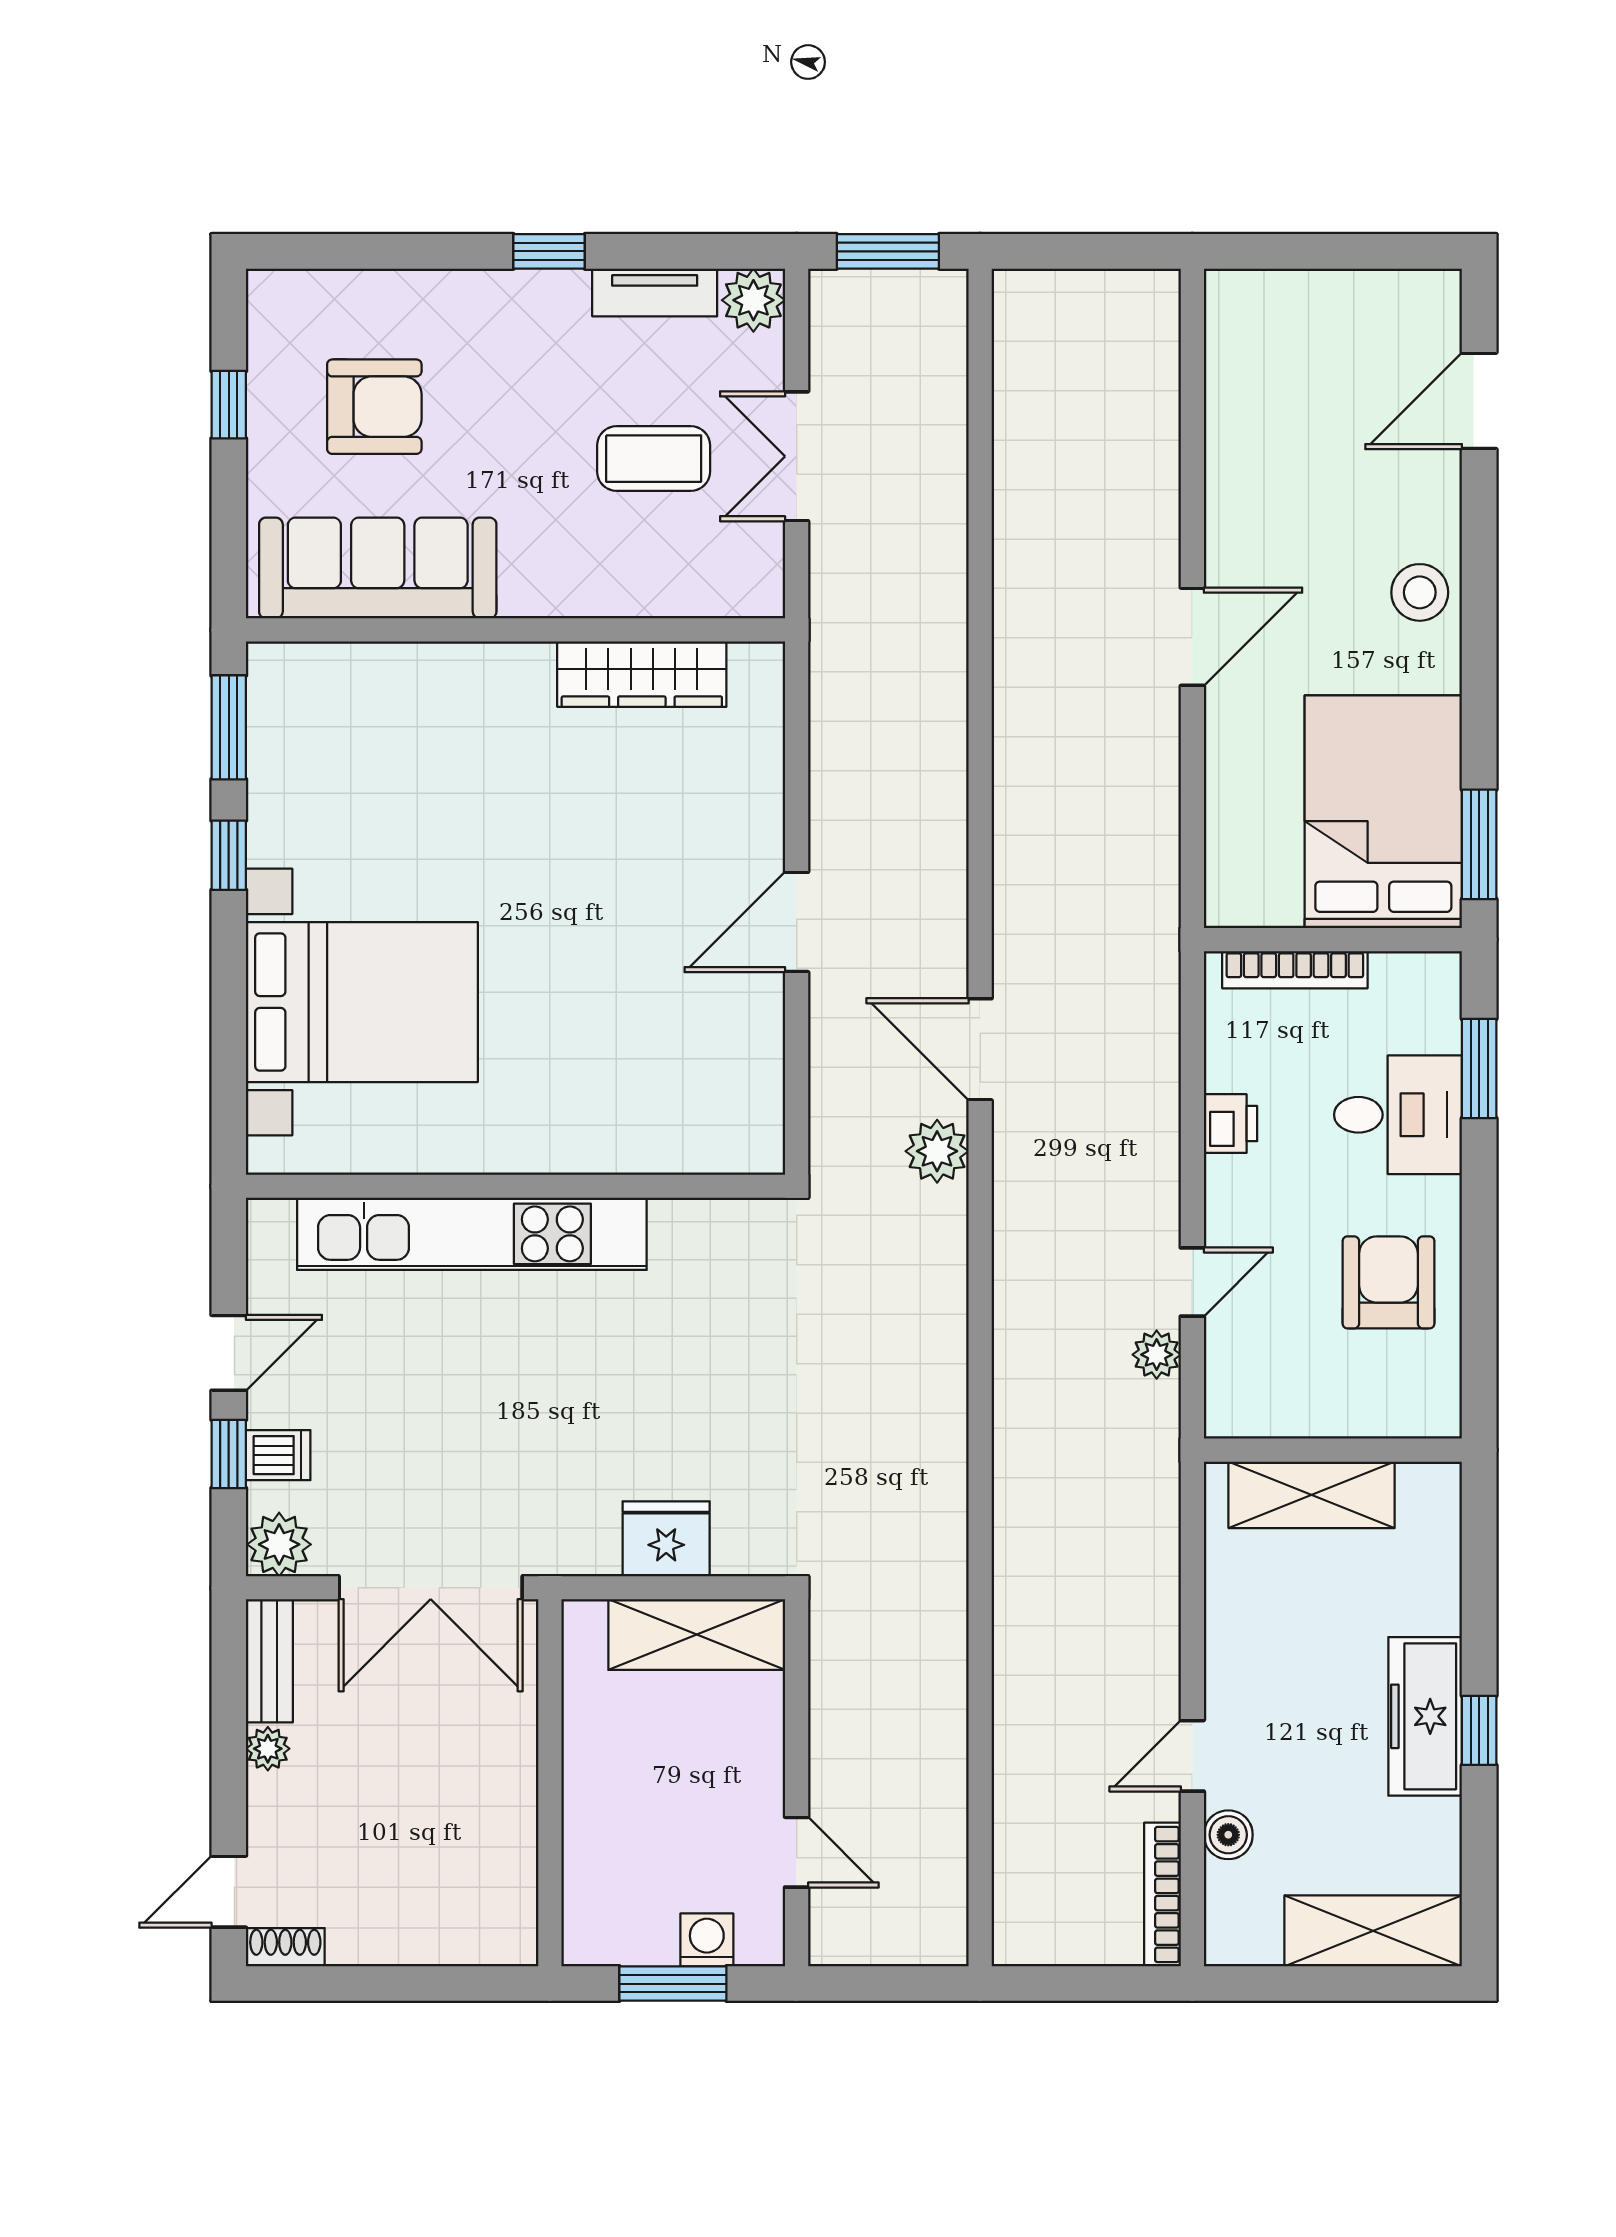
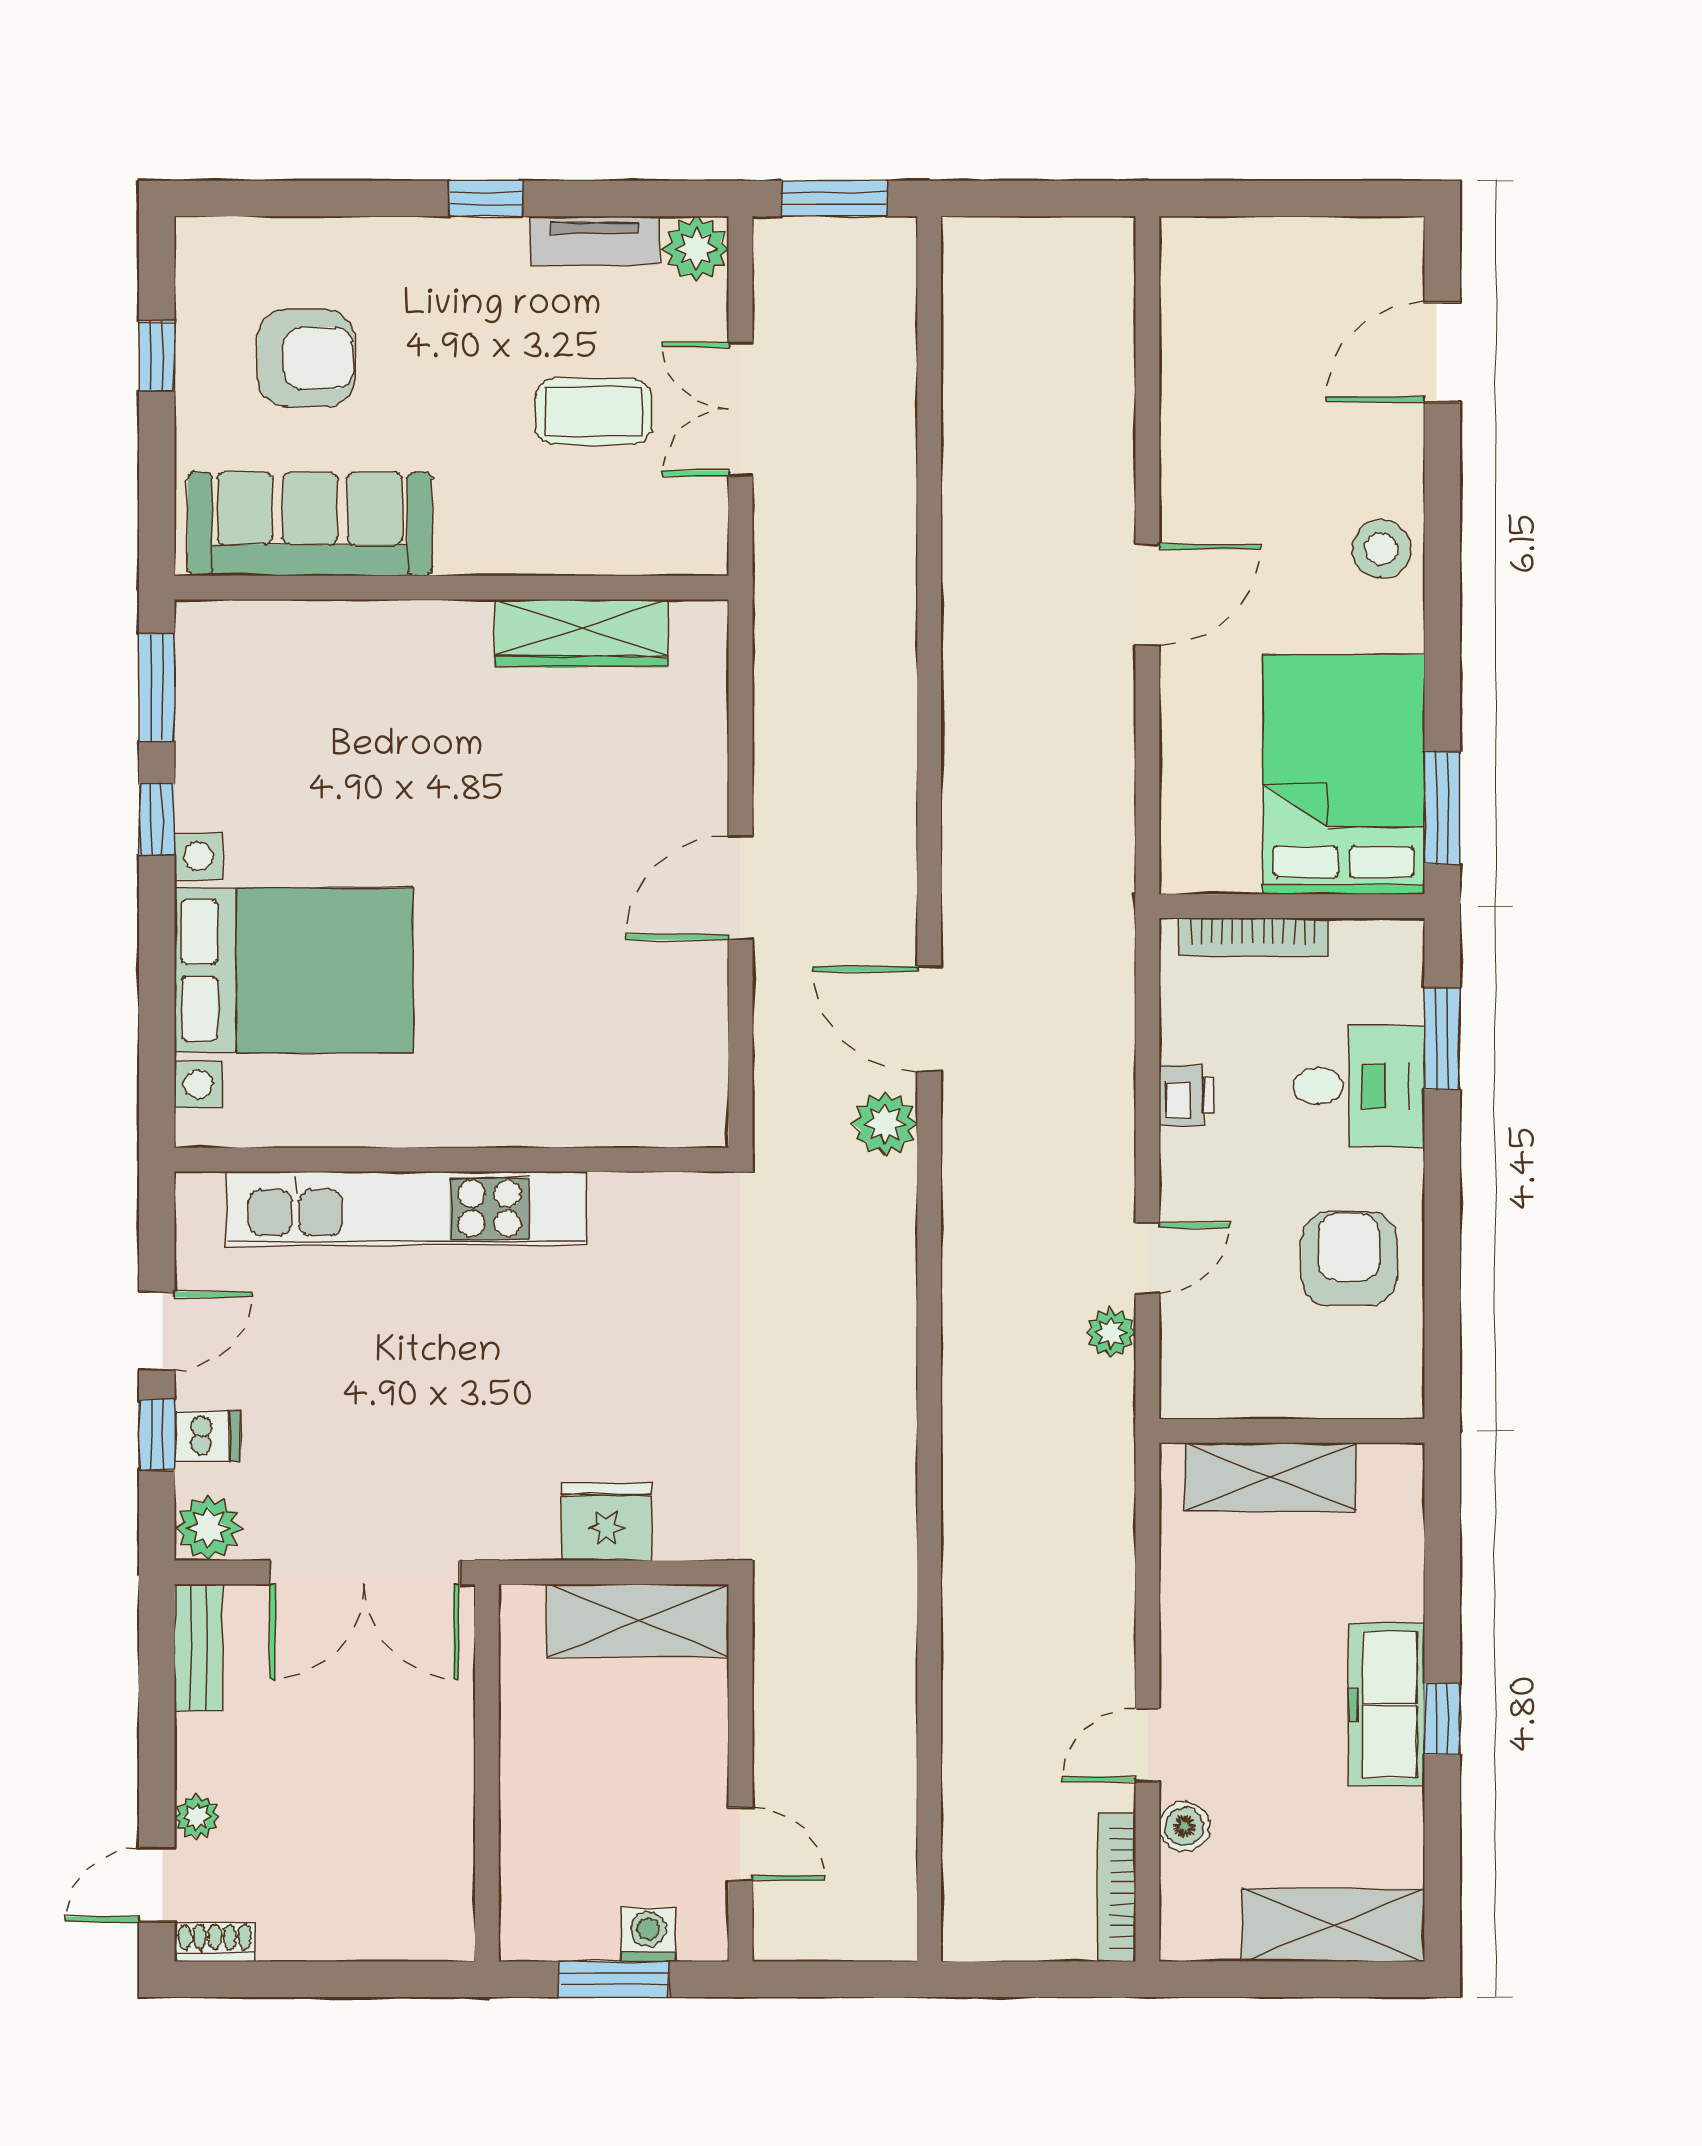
plant: (268, 1749) -> (197, 1817), moved

